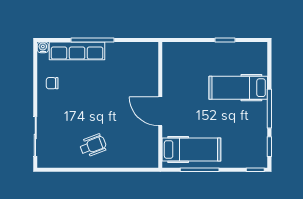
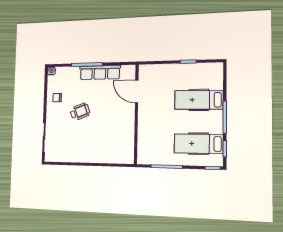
row of seats: (77, 51) -> (100, 72), moved
door: (160, 111) -> (137, 91), moved
wheelchair: (93, 146) -> (80, 112), moved
hospital bed: (191, 149) -> (199, 144), moved, turned 180

